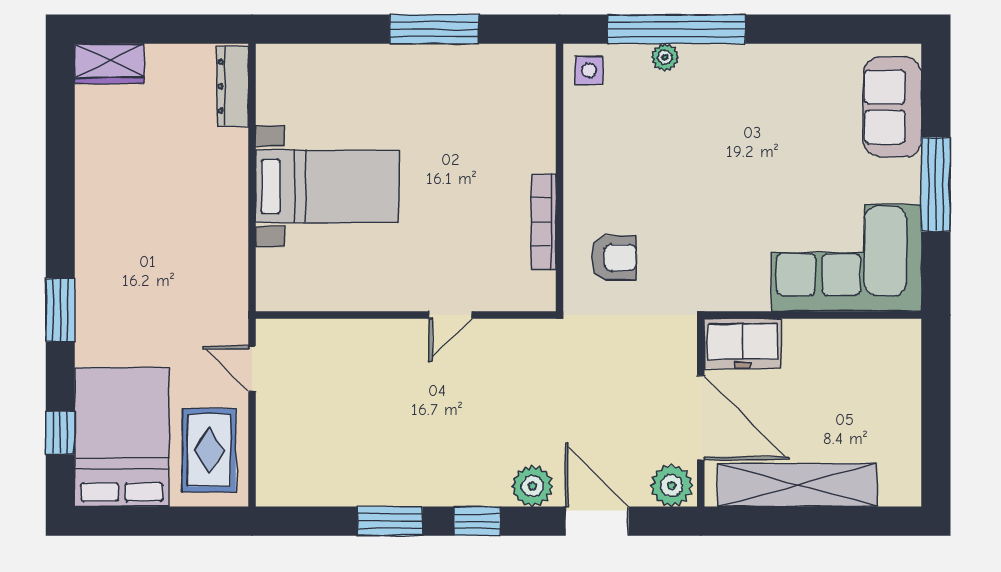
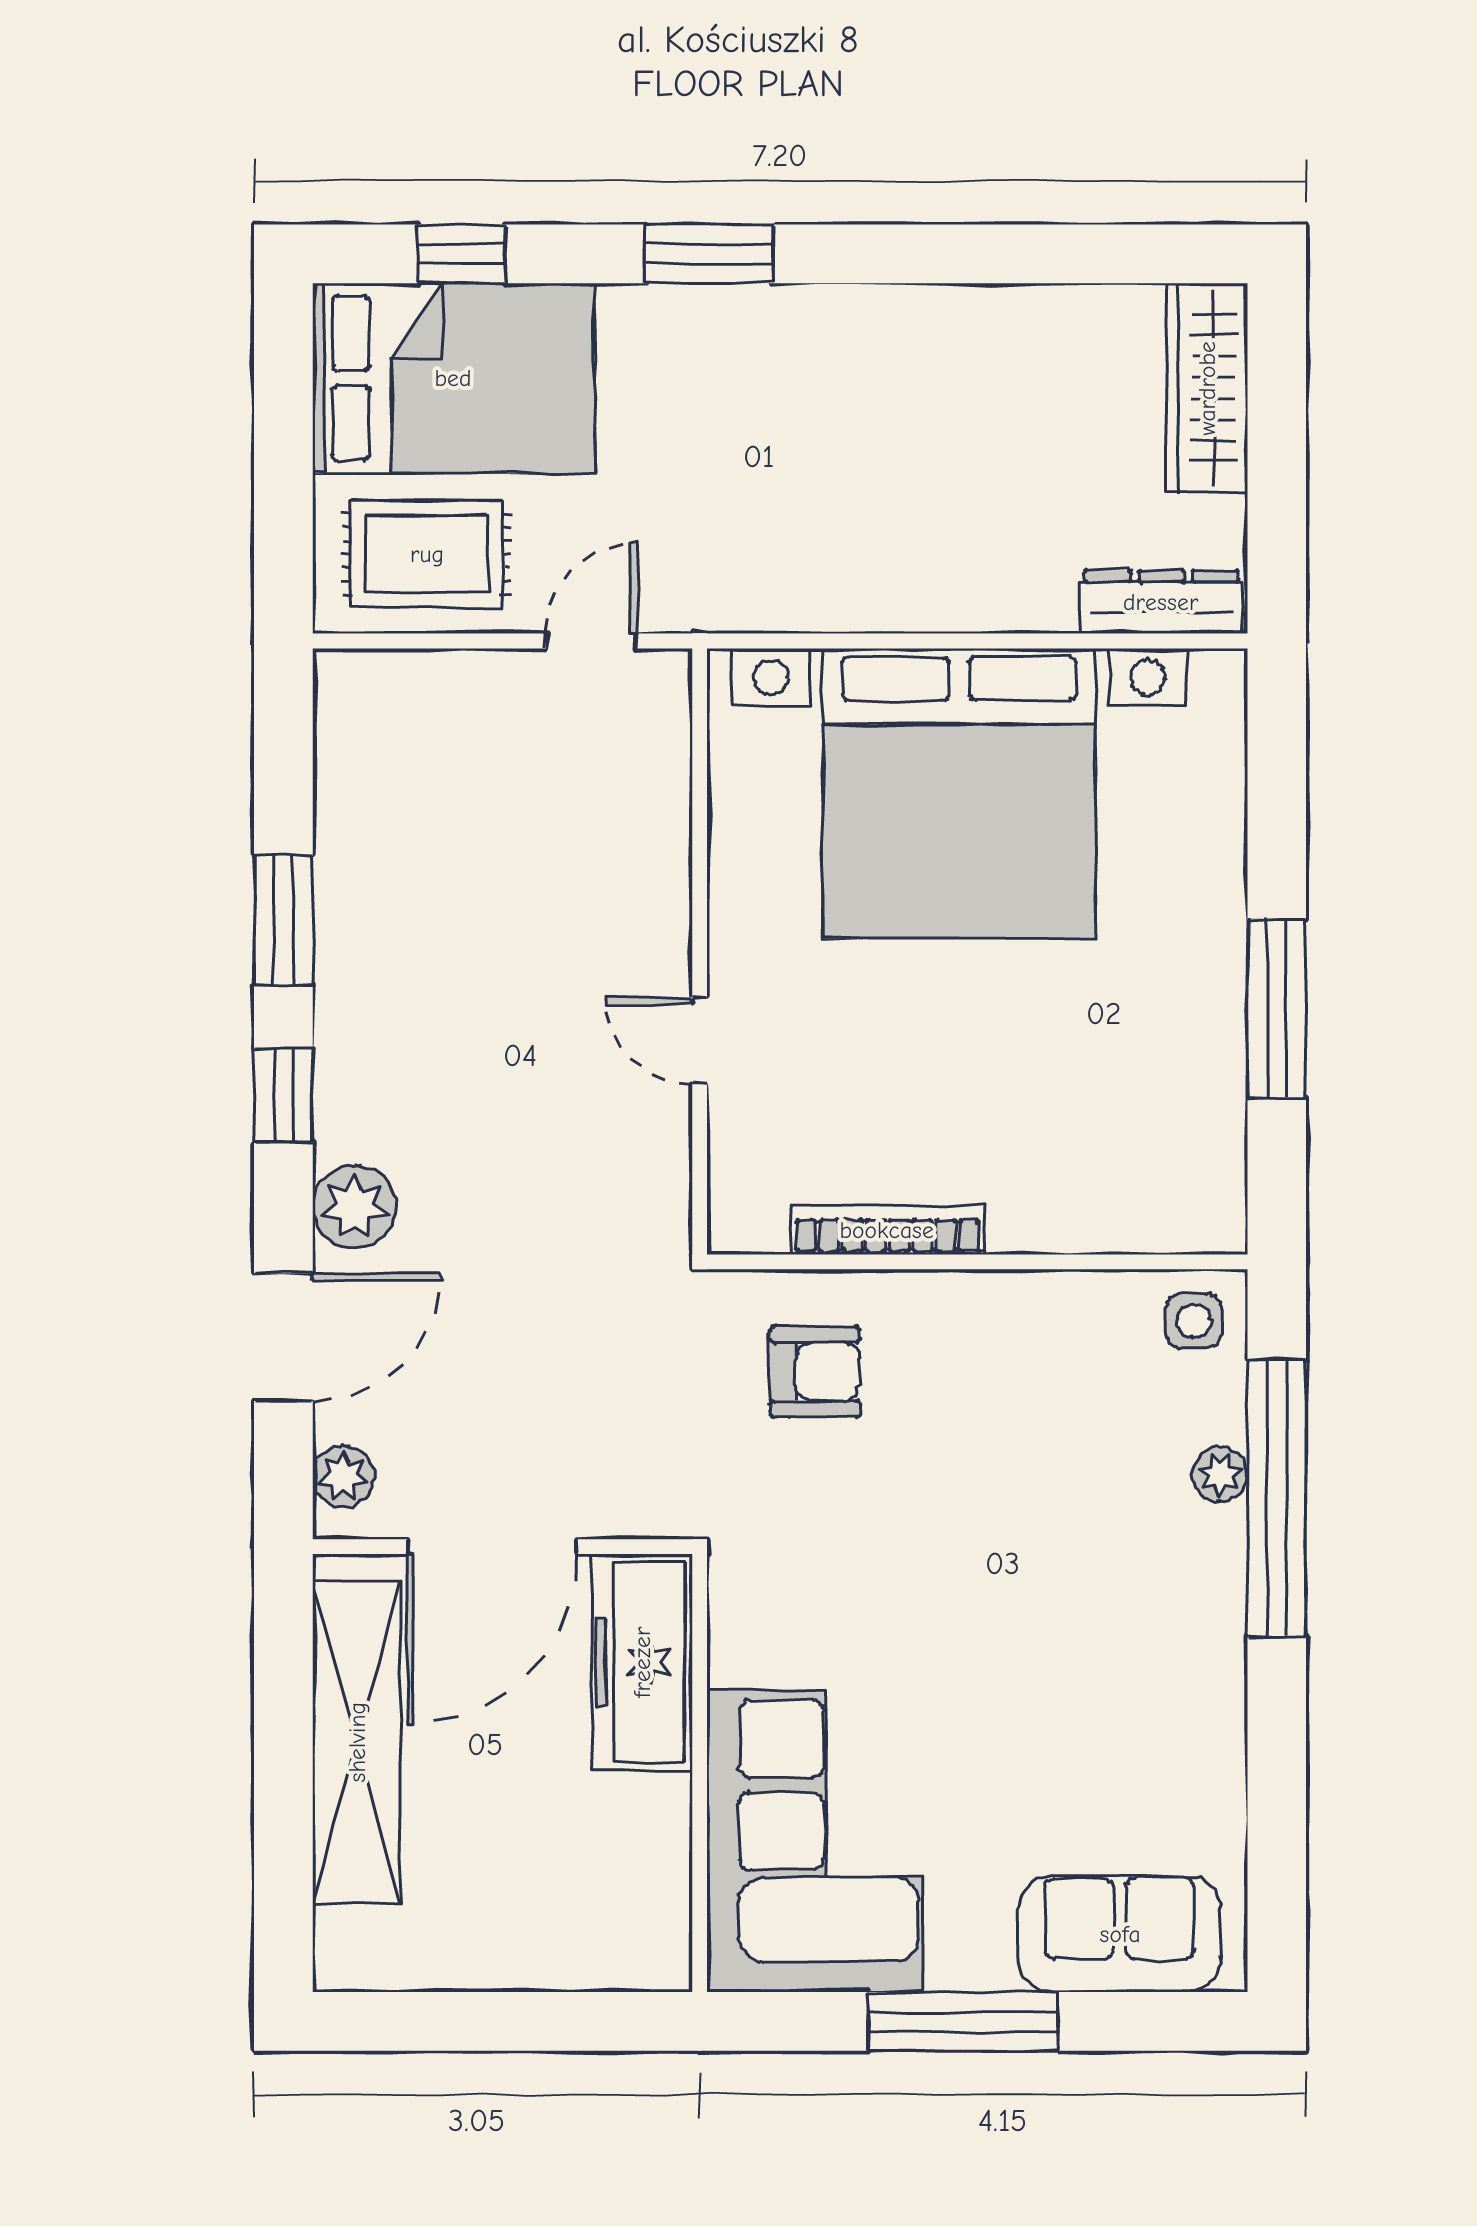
wardrobe: (109, 64) -> (1207, 388), width x1.50
bed with nightstands: (327, 186) -> (959, 793), width x1.85
armchair: (614, 258) -> (815, 1372), turned -90
freezer: (743, 343) -> (642, 1662), width x1.40
plant: (672, 486) -> (343, 1477), width x0.73, depth x0.73

